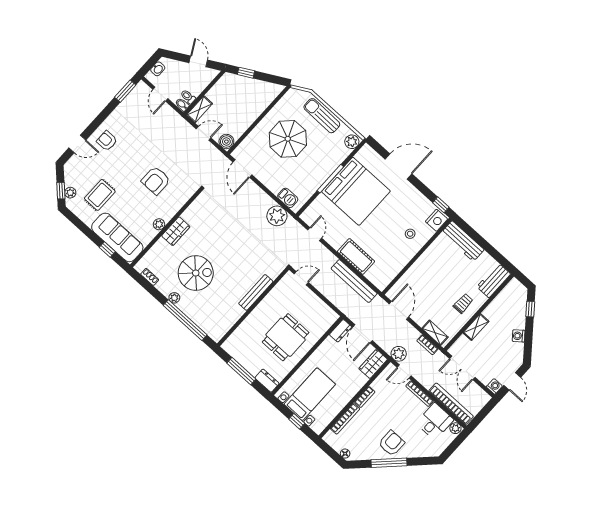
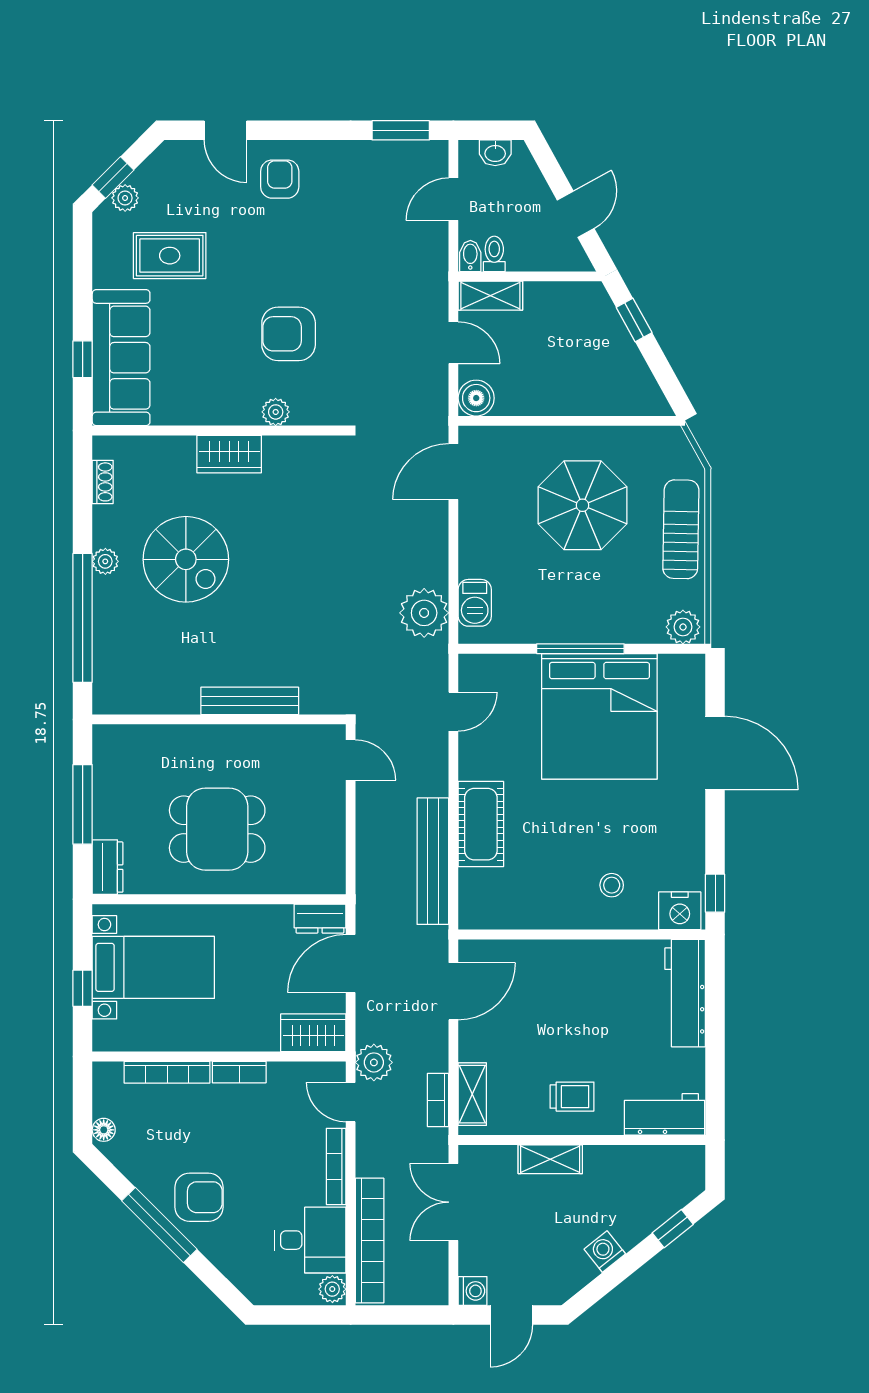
plant: (159, 224) -> (276, 412), moved

